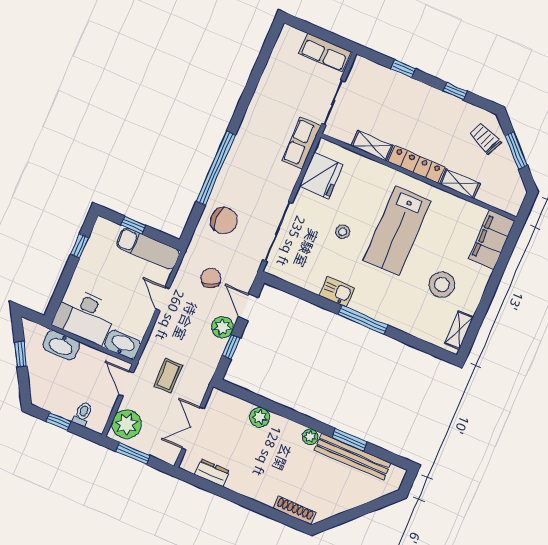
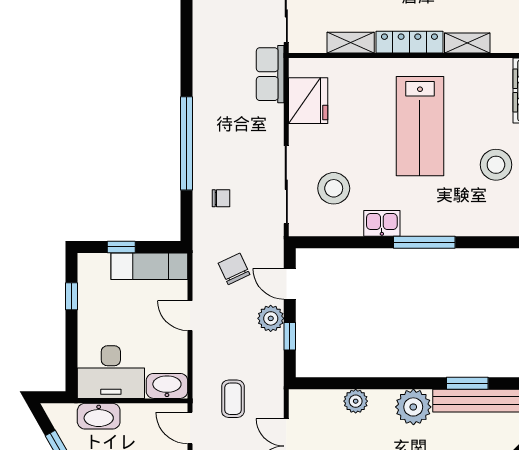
chair: (224, 221) -> (221, 198), width x0.54, depth x0.54
stool: (343, 232) -> (334, 188), moved, width x1.89, depth x1.89
plant: (310, 437) -> (413, 407), width x1.88, depth x1.88

